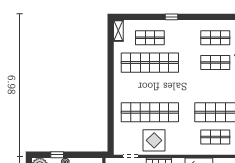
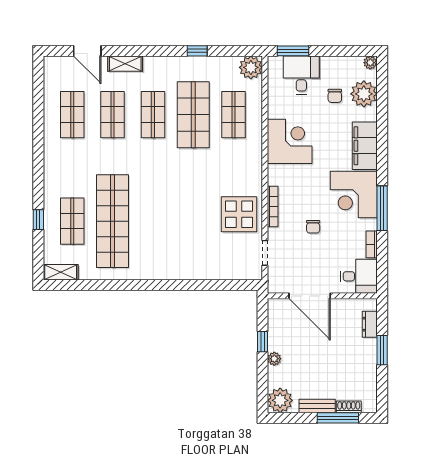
window: (171, 17) -> (38, 220), moved
shop shelf: (150, 112) -> (153, 115), moved, width x0.50, depth x0.74
window: (57, 155) -> (262, 342), moved

